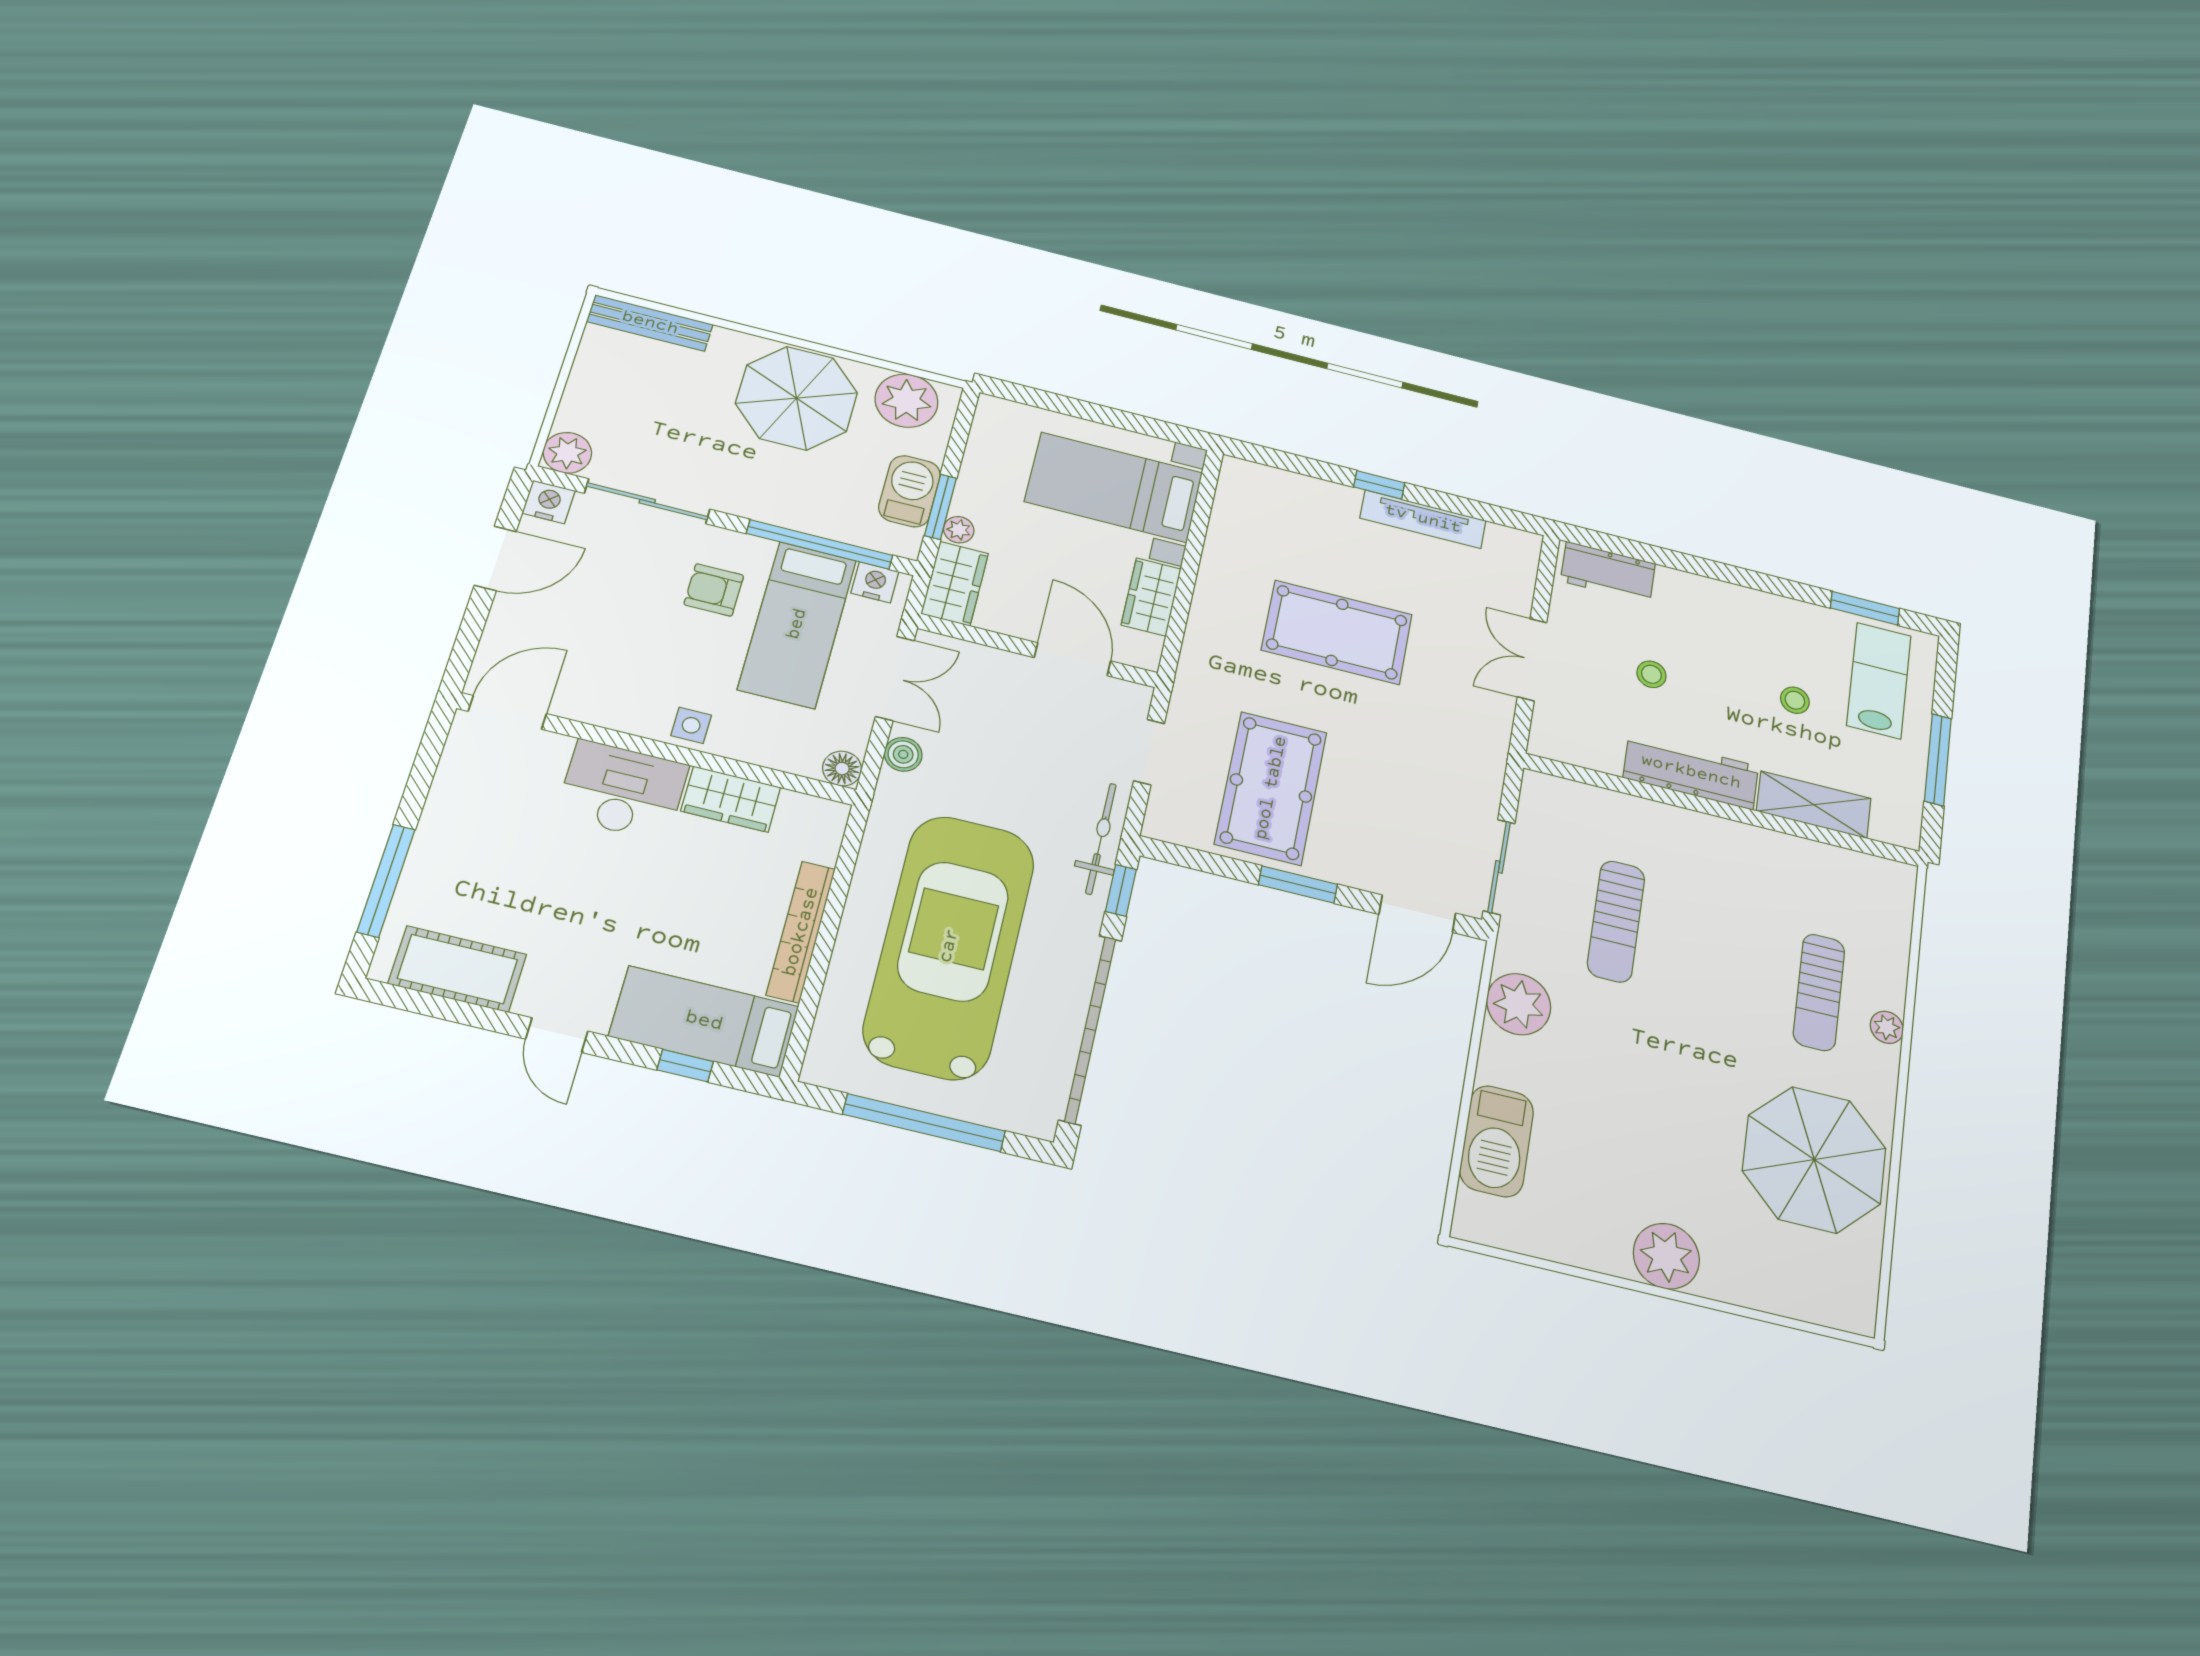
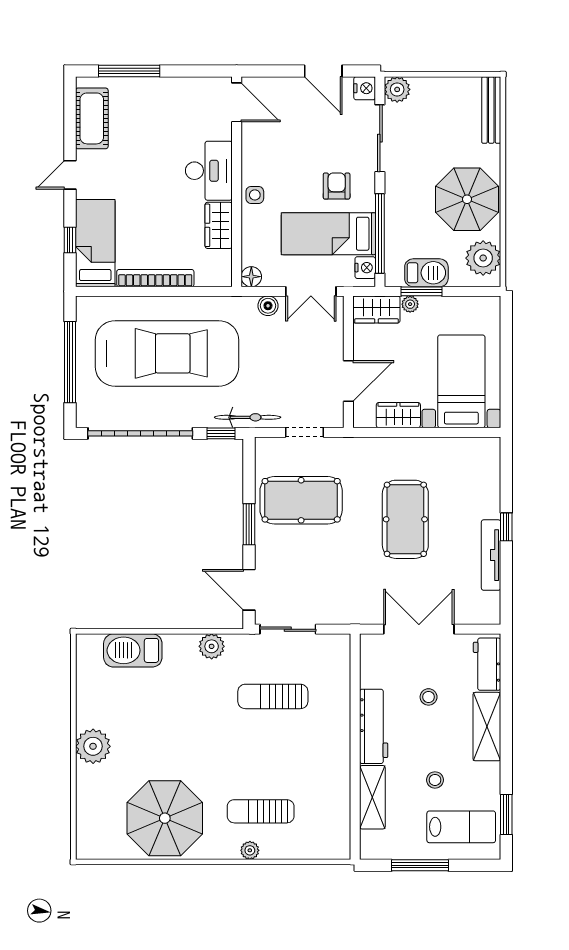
shelving: (1714, 599) -> (487, 727), added
double door: (1532, 660) -> (419, 629), width x1.37
plant: (1519, 1004) -> (212, 646), width x0.73, depth x0.73

